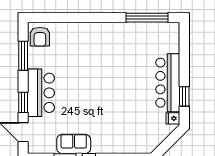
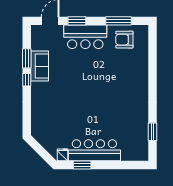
window: (147, 18) -> (153, 132), width x0.47
armchair: (40, 37) -> (124, 40), moved

